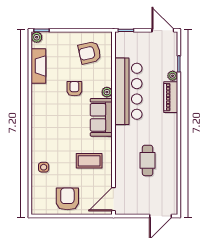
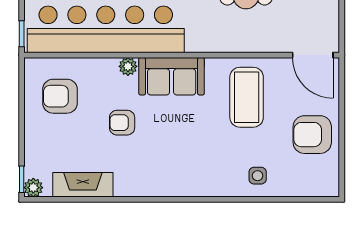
armchair: (90, 53) -> (60, 96), turned 103
bar counter: (128, 91) -> (106, 29), width x1.36
coffee table: (89, 161) -> (247, 97), width x1.36, depth x1.32

